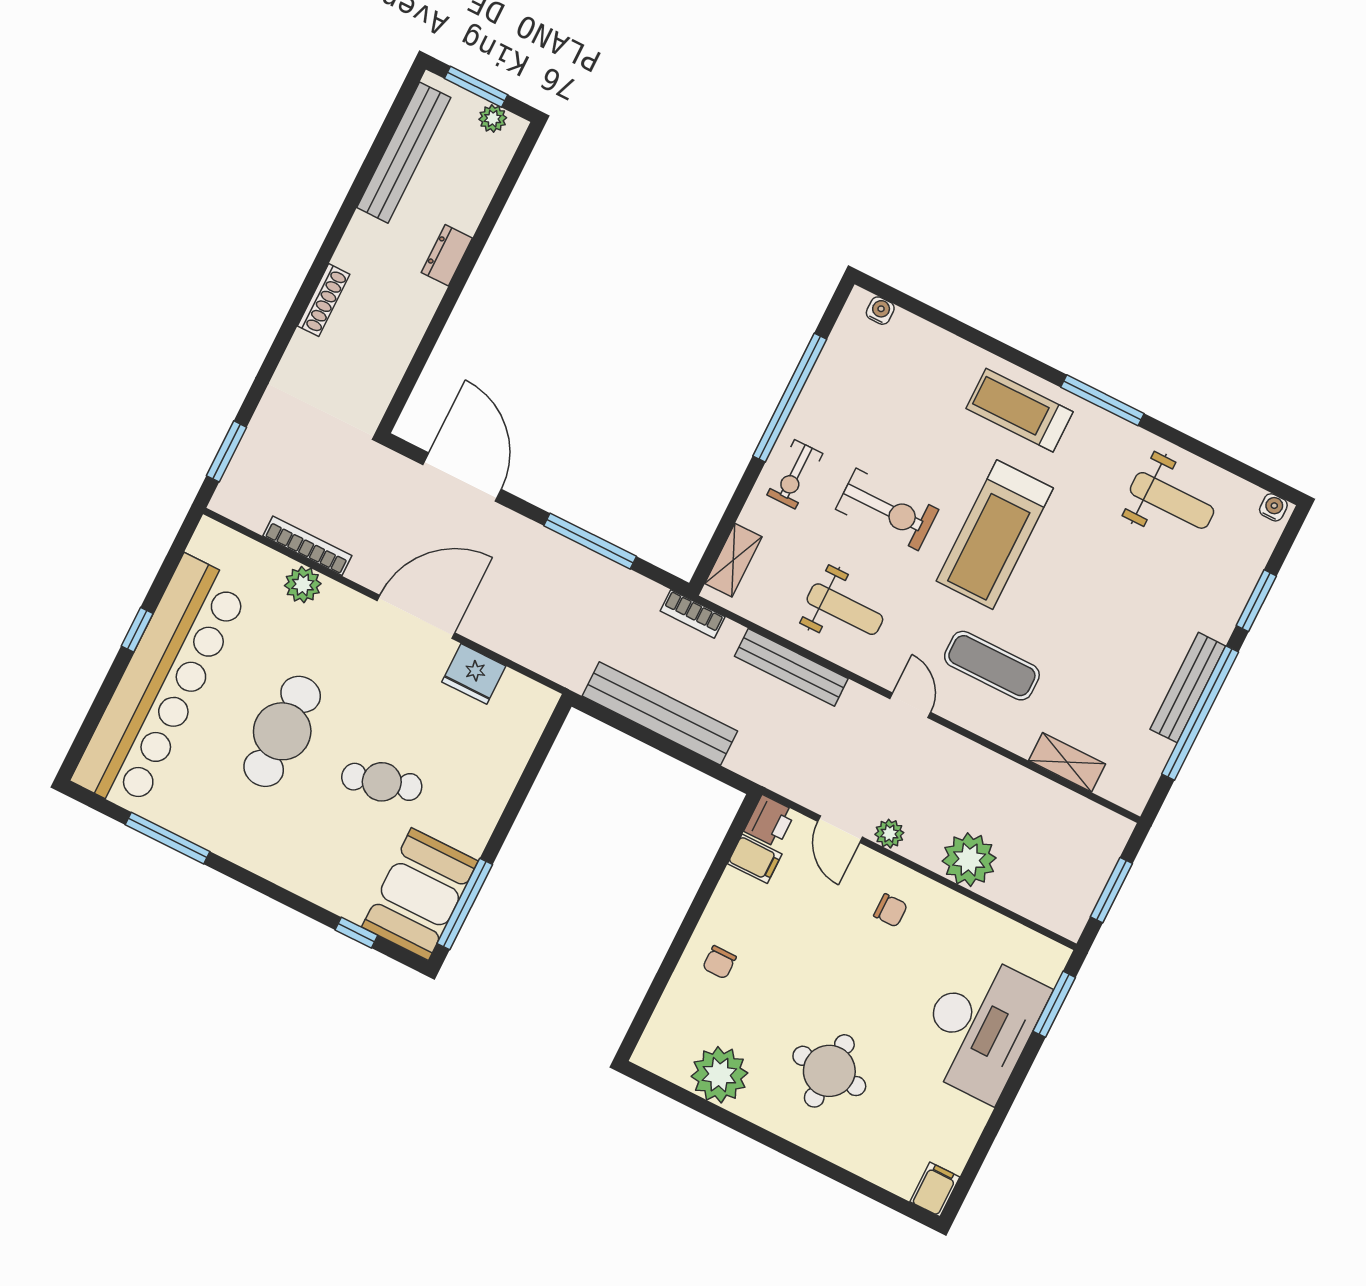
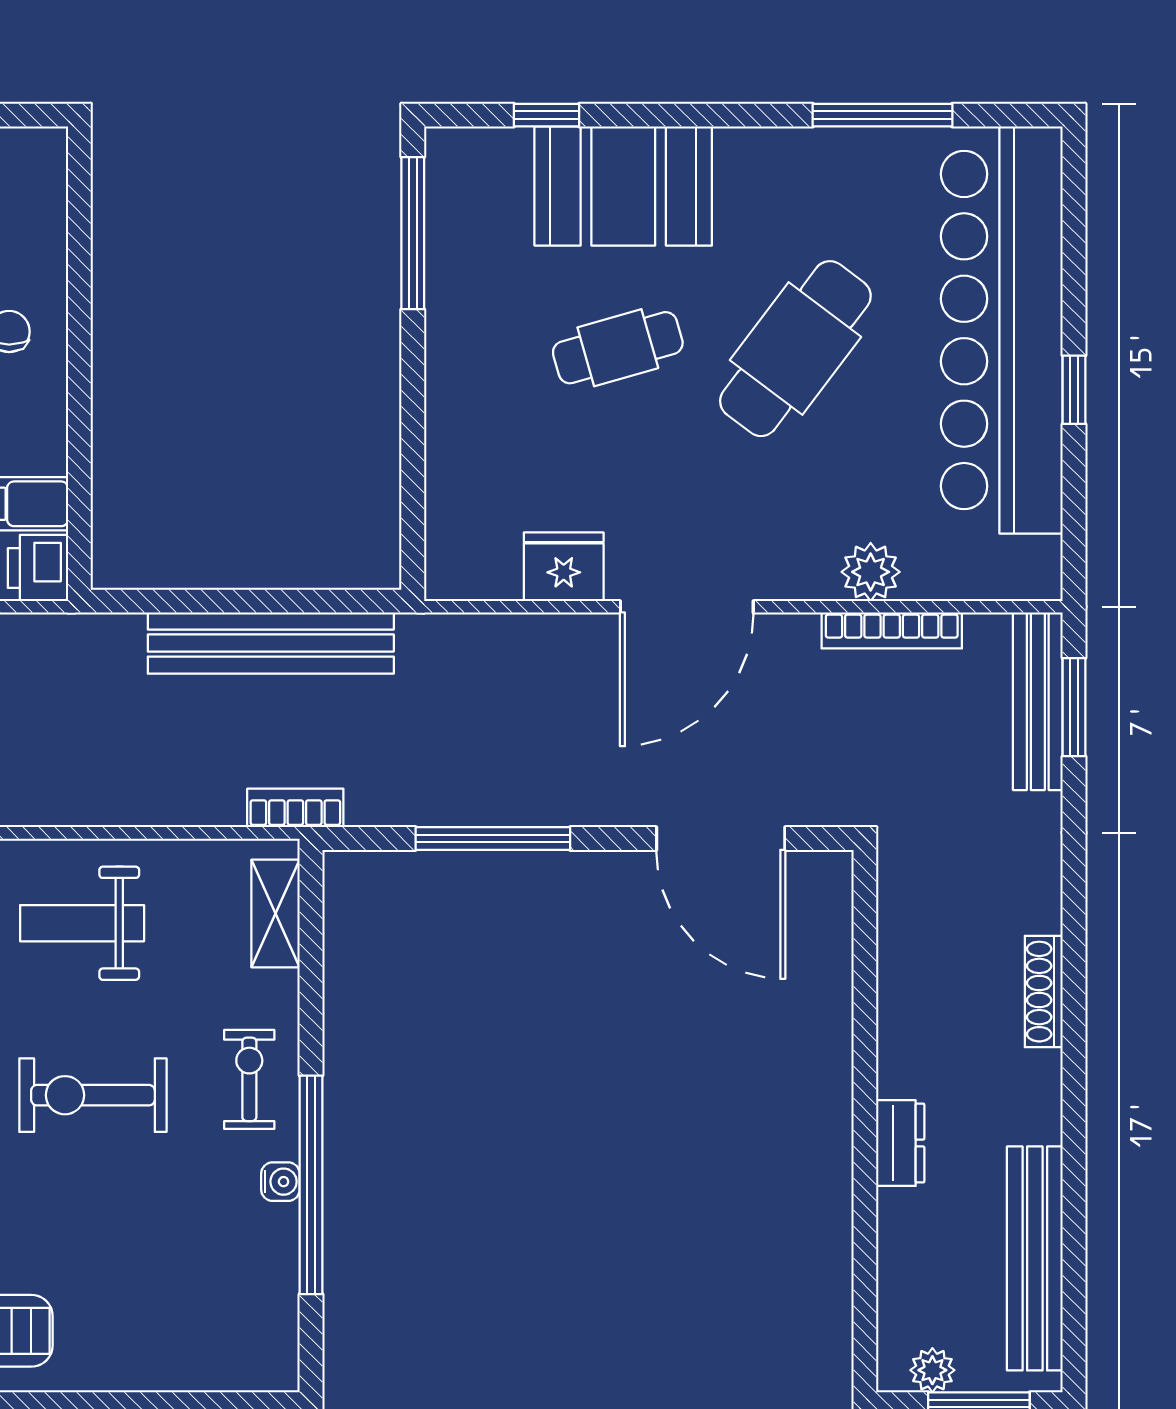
water cooler: (880, 311) -> (280, 1182), moved, turned -90
bench: (791, 667) -> (1038, 701), moved, turned 90
cafe table: (282, 731) -> (795, 349), turned 37
booth: (420, 894) -> (623, 186), moved, turned 90

